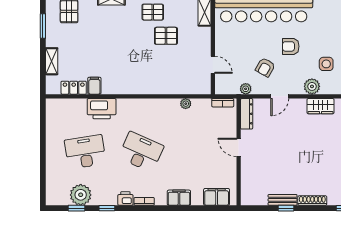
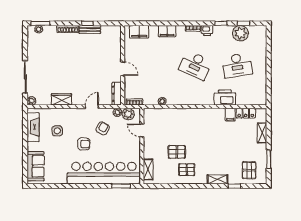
plant: (312, 86) -> (128, 114), moved

